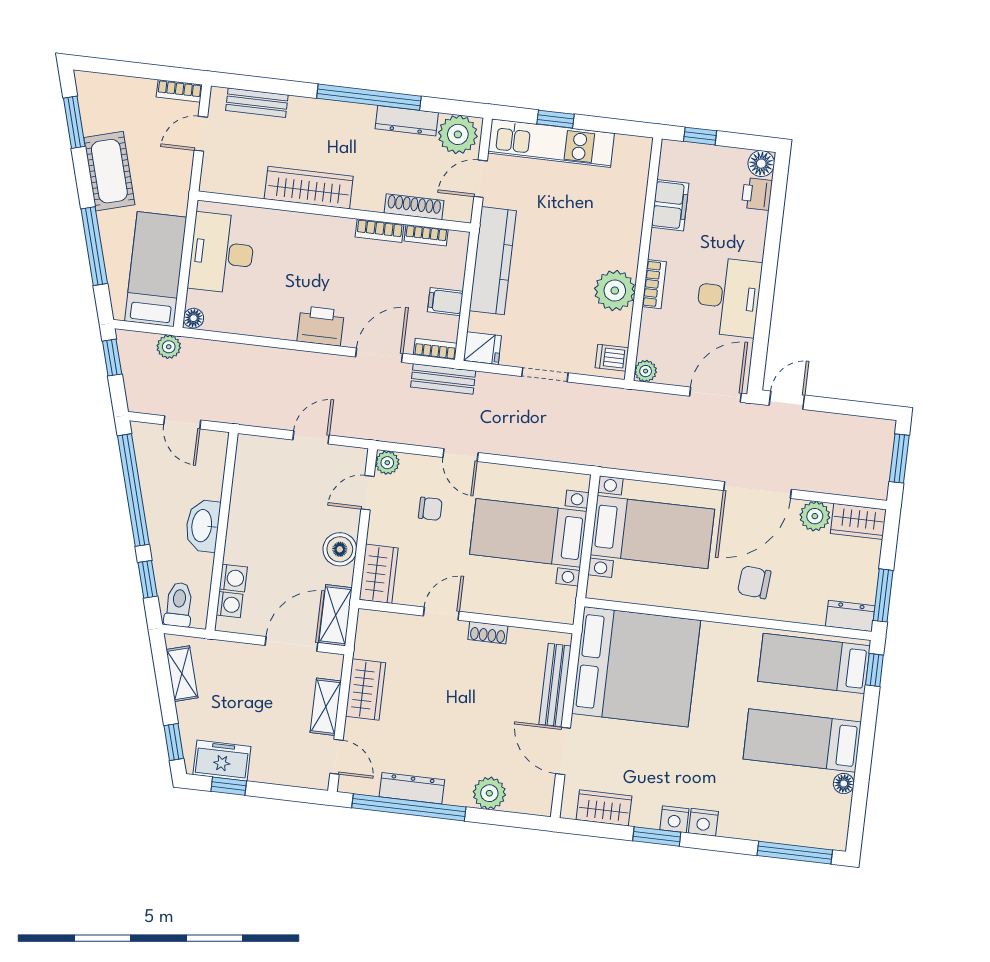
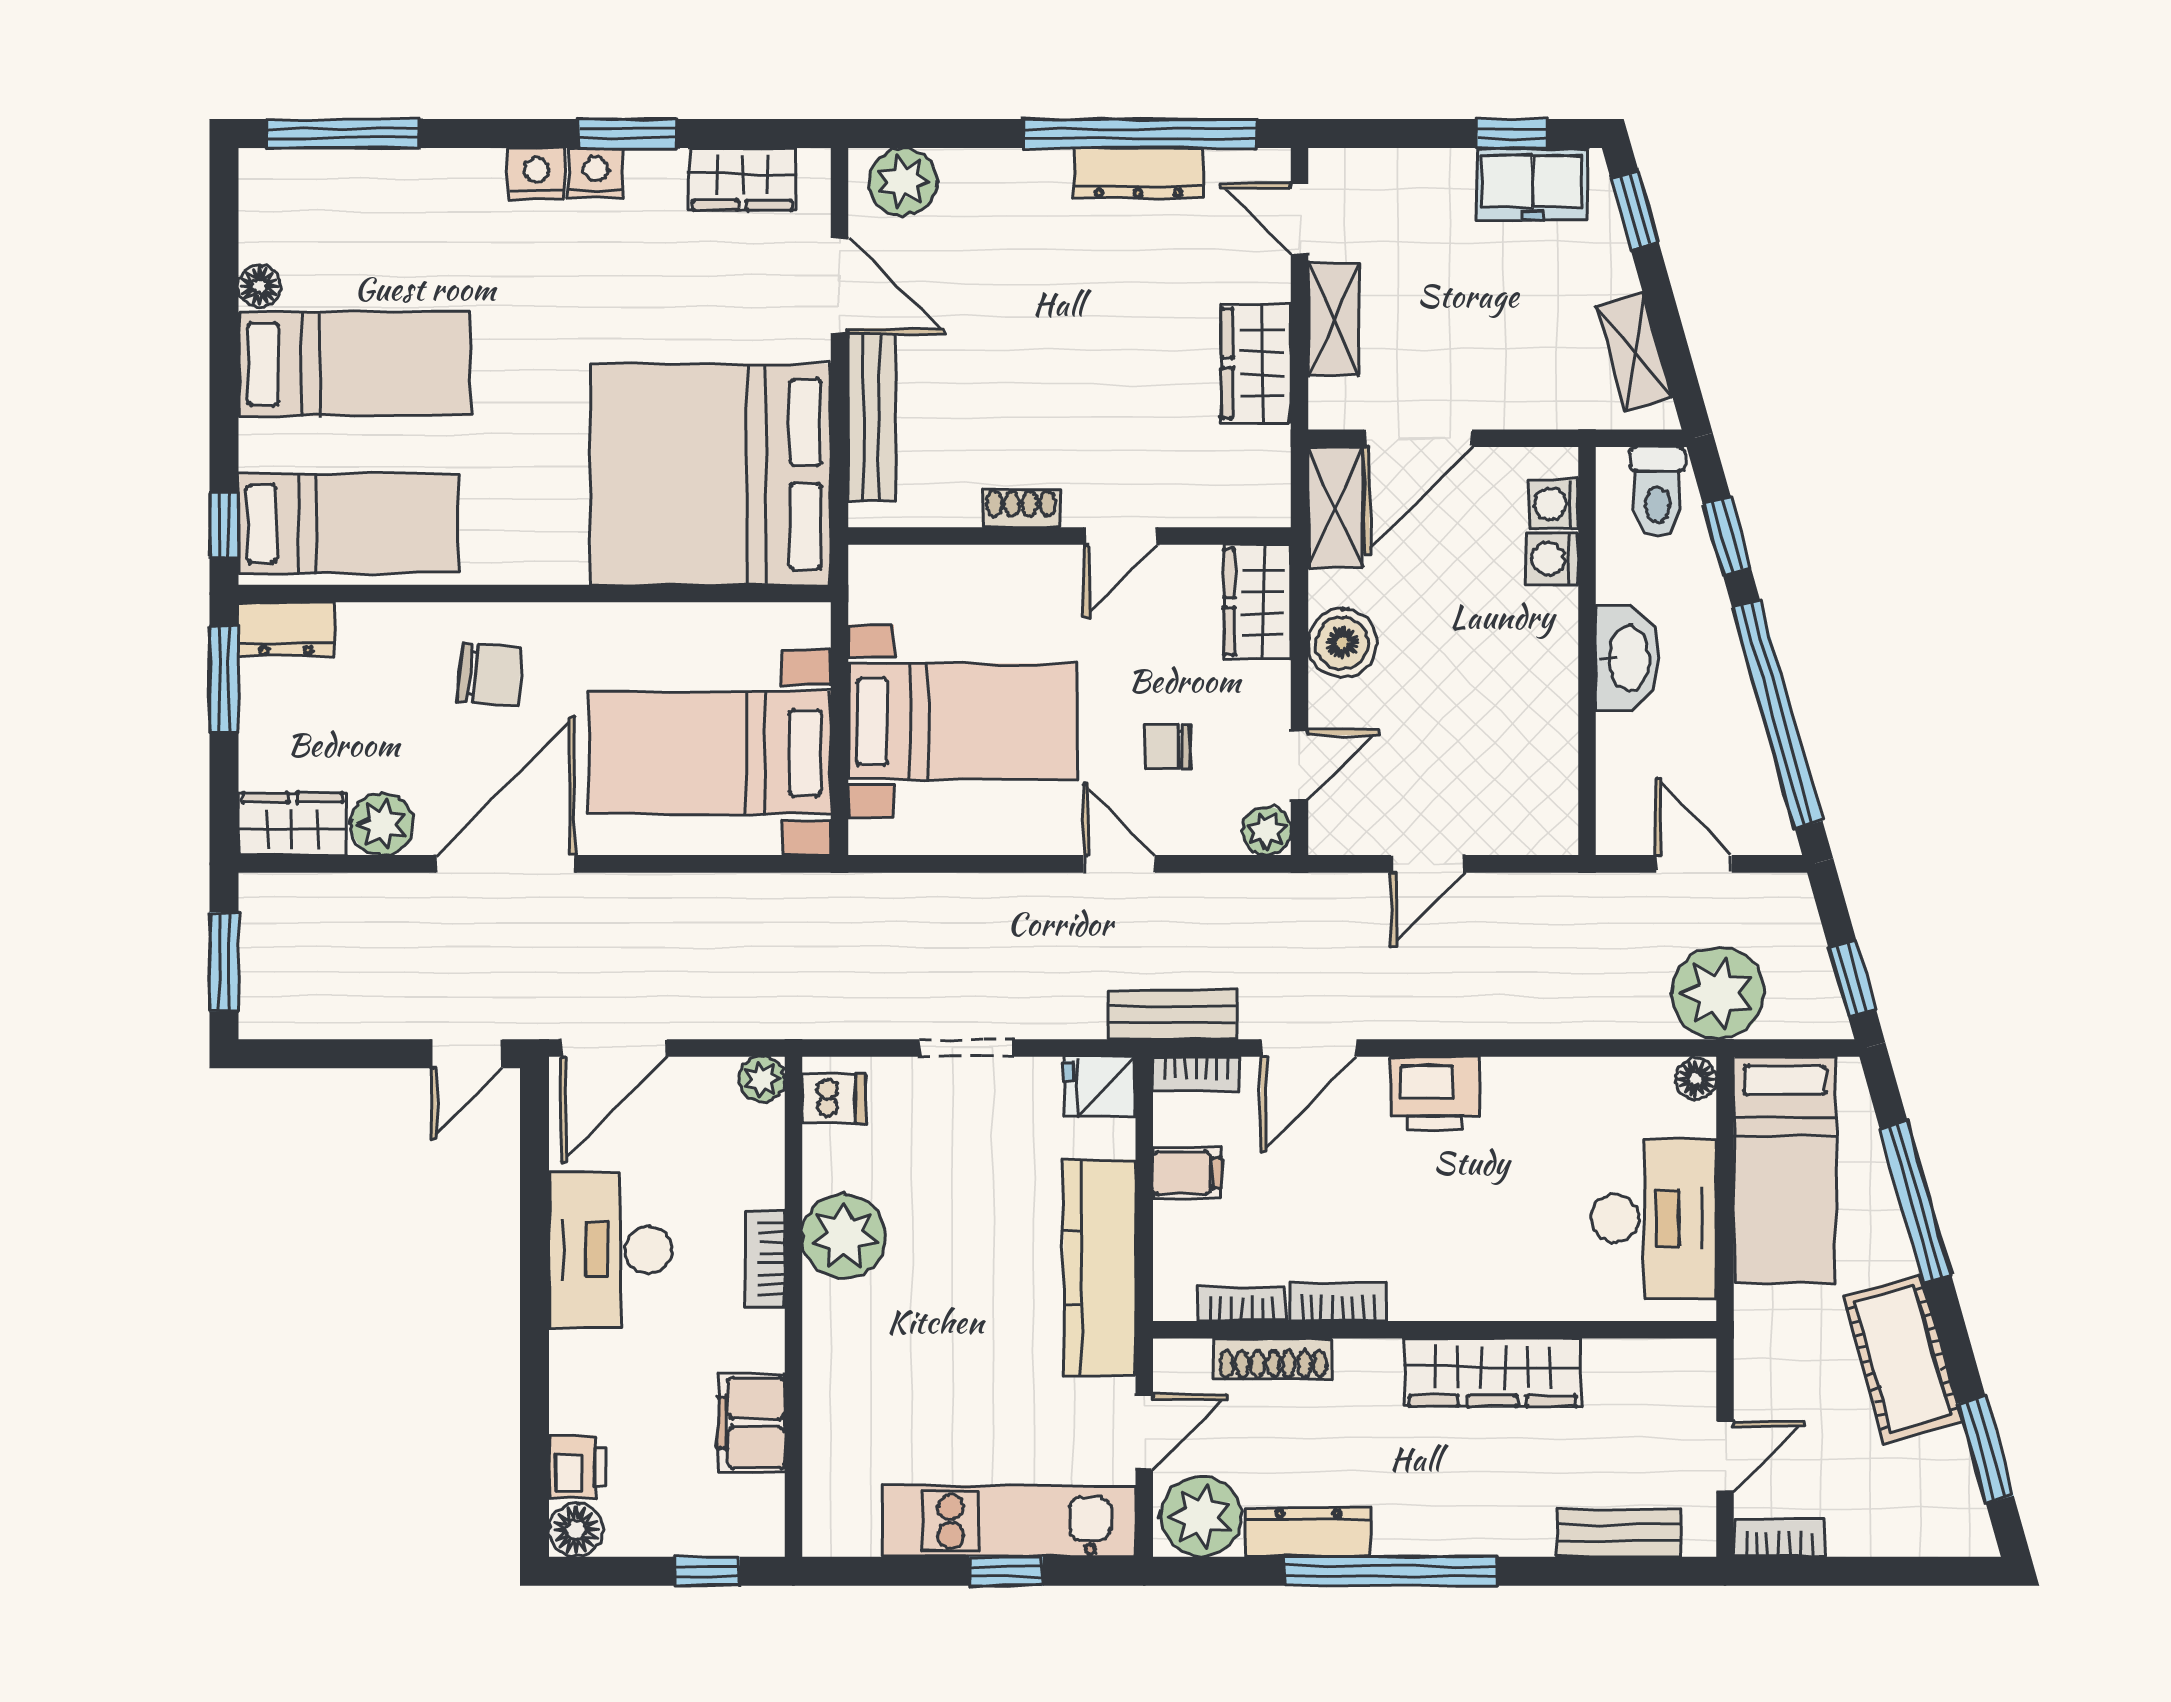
plant: (169, 347) -> (1718, 993), width x1.88, depth x1.88
plant: (489, 793) -> (903, 182), moved

